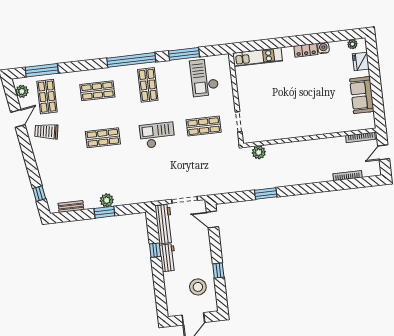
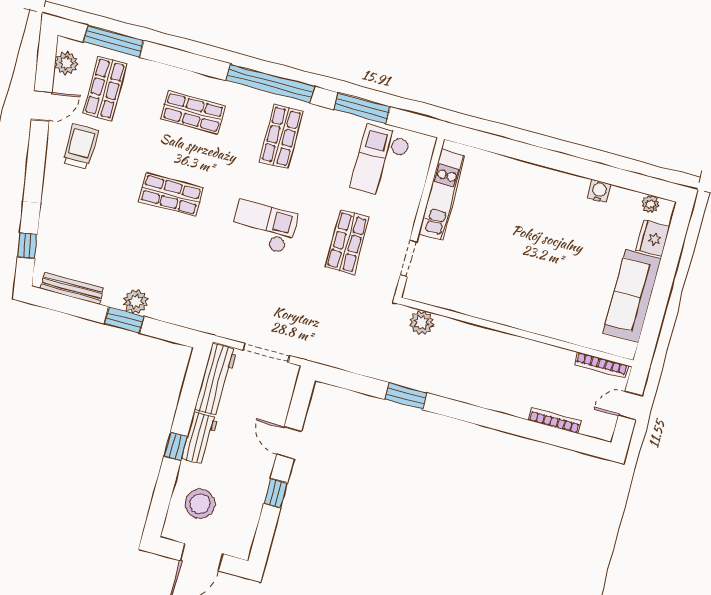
locker: (306, 50) -> (568, 183), removed
kitchen unit: (257, 57) -> (442, 195), moved, turned -90
sofa: (362, 95) -> (632, 296), width x1.36
shop shelf: (204, 126) -> (347, 242), turned 90
trolley: (46, 131) -> (81, 146), turned 80
bench: (71, 206) -> (72, 288), width x1.36
door: (212, 219) -> (289, 443), moved
window: (155, 250) -> (176, 446), moved
stool: (198, 287) -> (200, 504), moved

